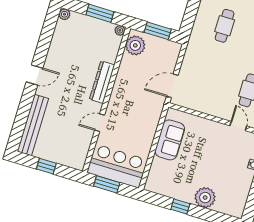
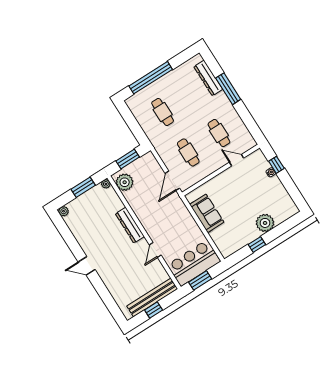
door: (34, 75) -> (87, 266), swing flipped
cafe table: (209, 78) -> (188, 152), added
bench: (33, 125) -> (152, 297), moved, turned 90

